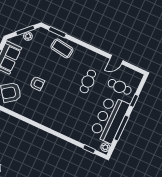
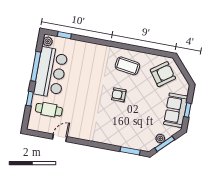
coffee table: (62, 48) -> (127, 66), moved
cafe table: (88, 81) -> (84, 107), removed
armchair: (37, 83) -> (119, 95), moved

